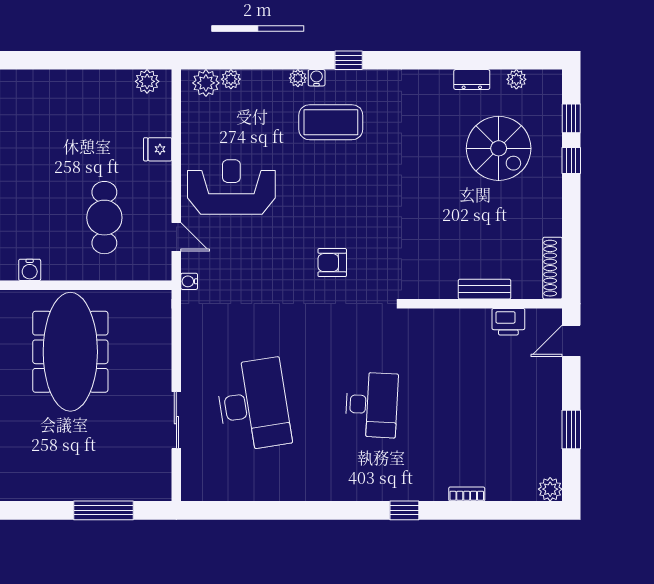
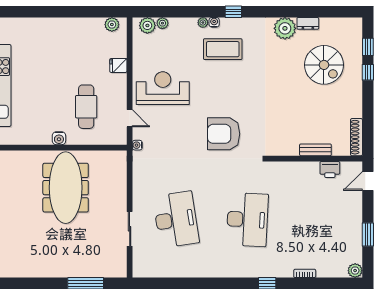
plant: (516, 79) -> (285, 28), moved, width x1.87, depth x1.87
armchair: (332, 263) -> (224, 134), width x1.88, depth x1.88
water cooler: (30, 270) -> (59, 138), moved
desk: (372, 405) -> (247, 220), width x1.36, depth x1.30

